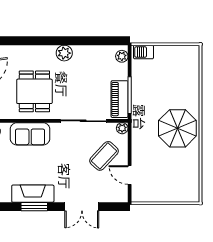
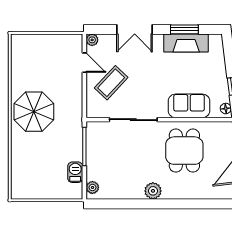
barbecue: (144, 52) -> (75, 172), moved, turned -90
piano: (120, 99) -> (95, 142), removed
plant: (122, 128) -> (92, 40), moved
double door: (82, 207) -> (135, 29), swing flipped

